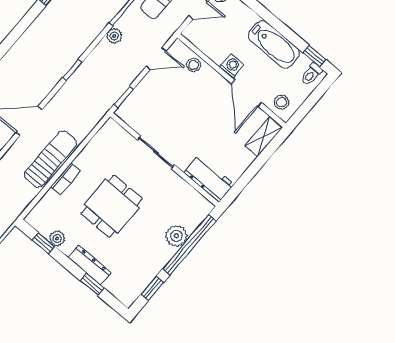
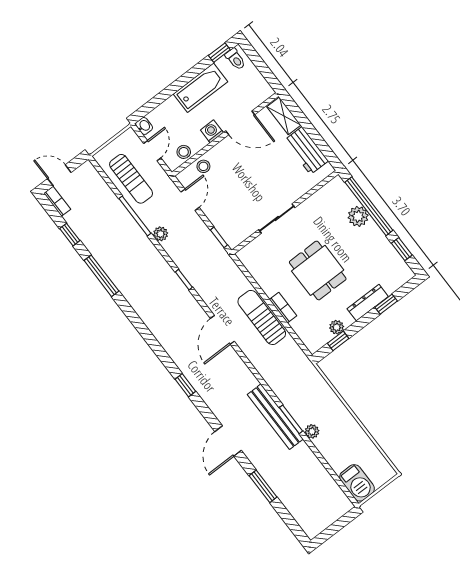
stool: (282, 102) -> (184, 152), moved
workbench: (209, 179) -> (306, 151), moved, turned -90

